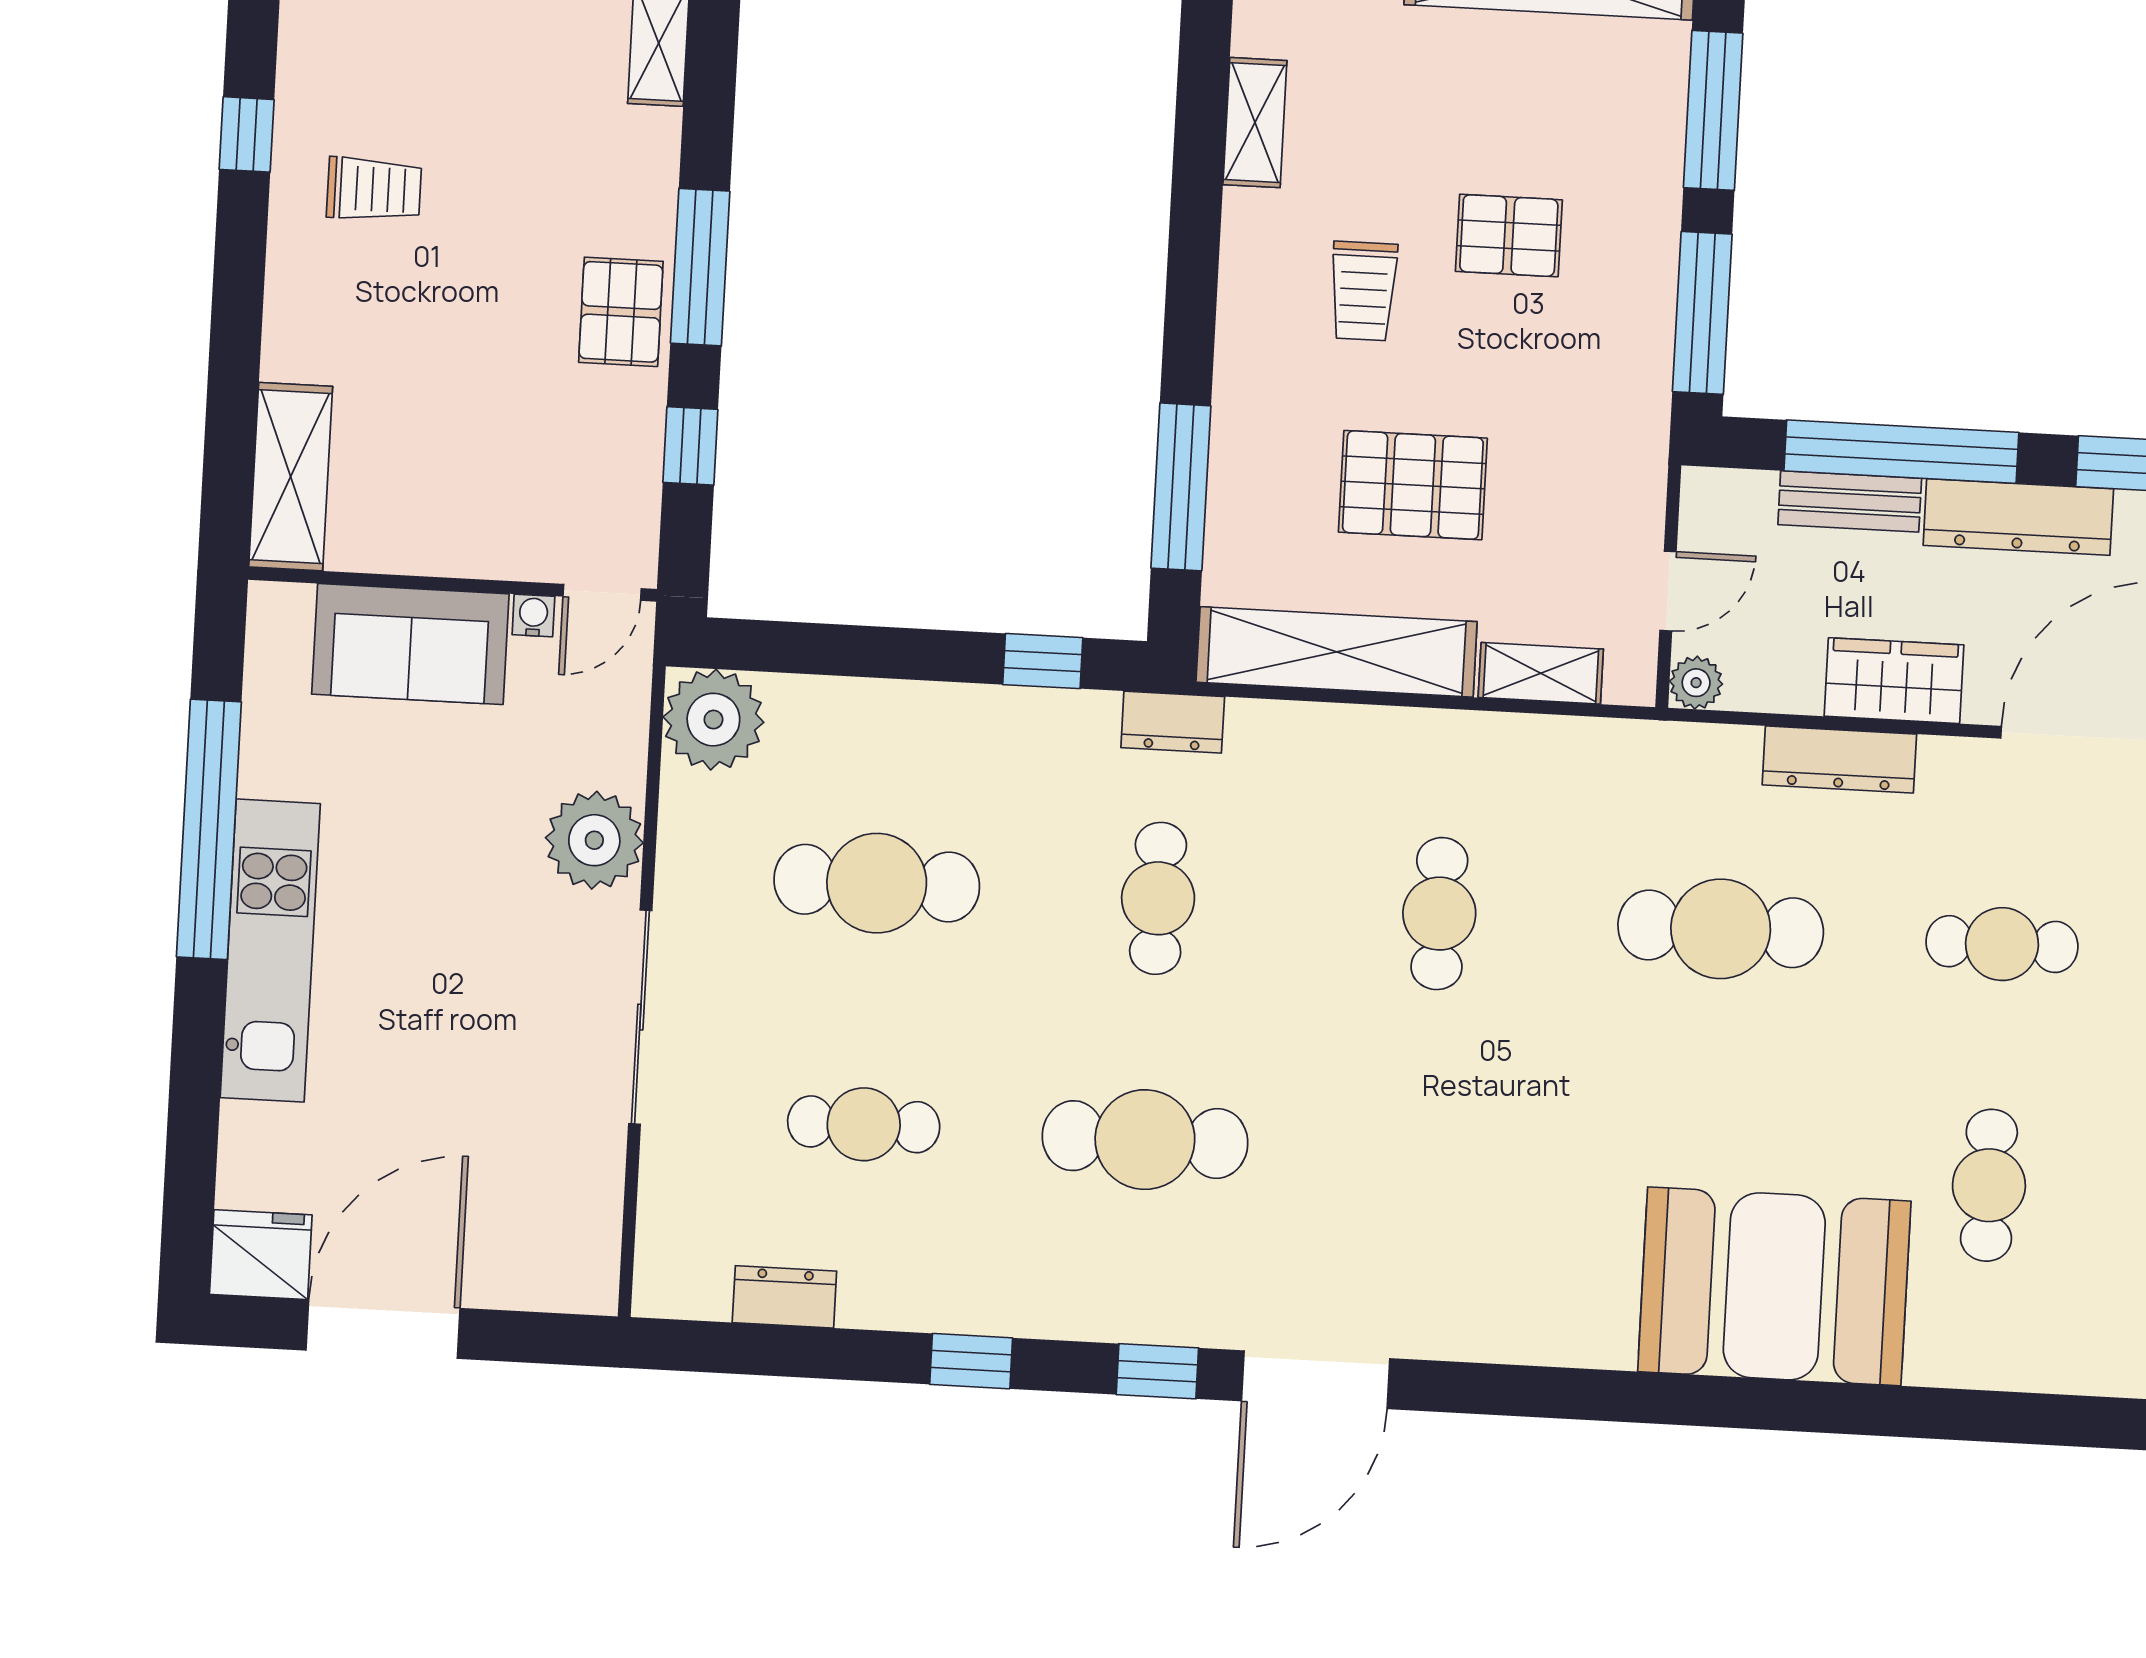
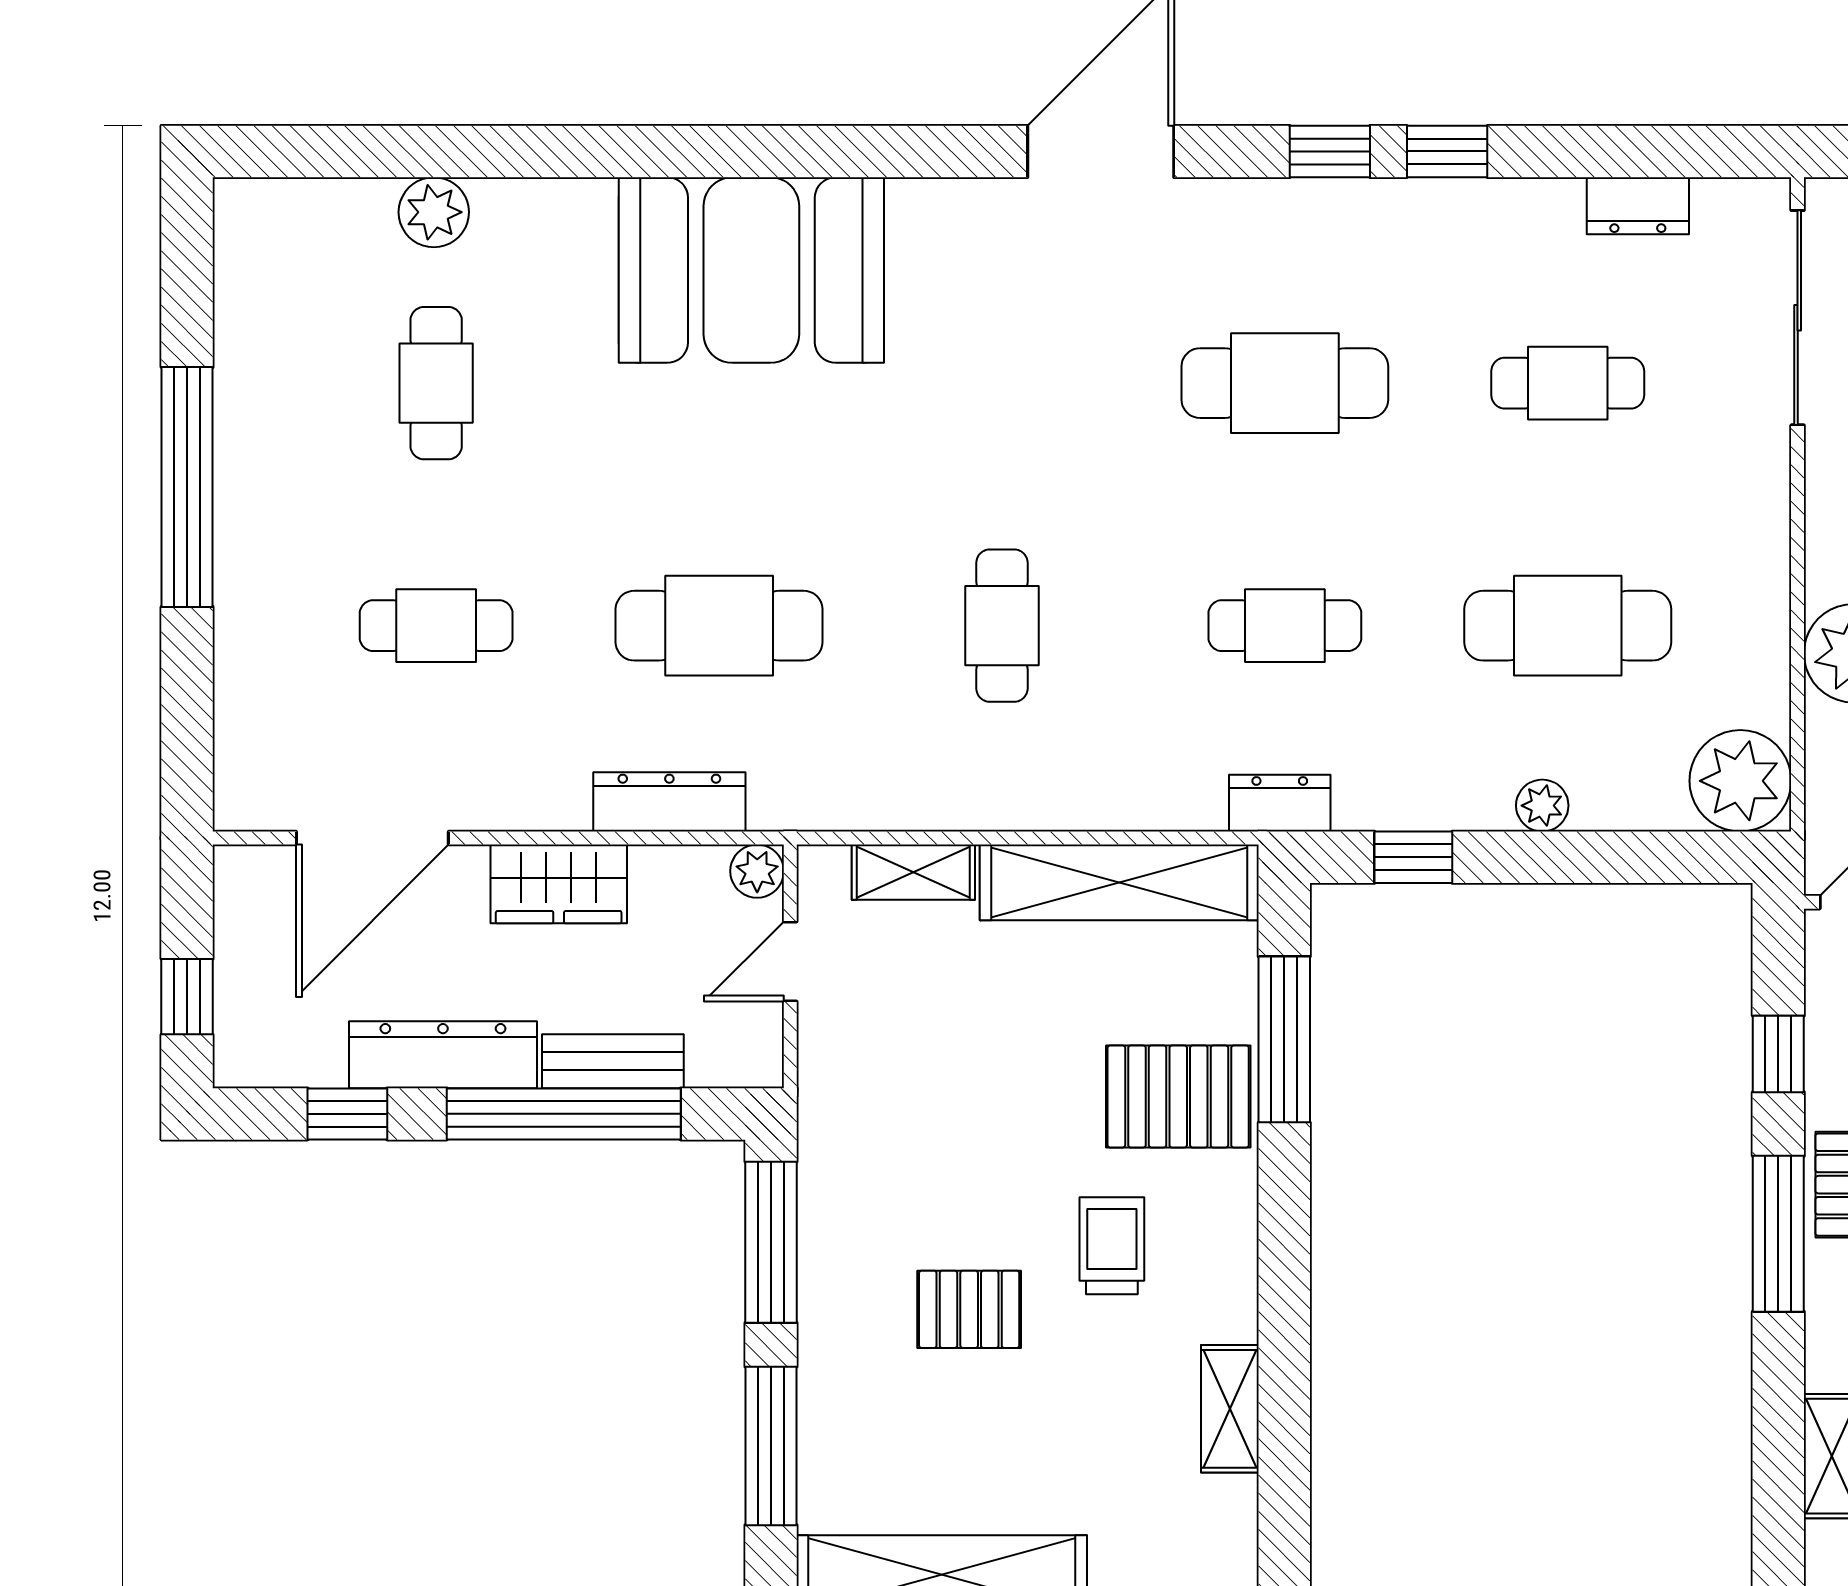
pallet: (1413, 485) -> (1178, 1096), moved
plant: (912, 706) -> (1542, 806), added
dresser: (1839, 760) -> (669, 802), moved
cafe table: (1158, 898) -> (1285, 626), turned 90
sliding door: (640, 1017) -> (1798, 318), moved
booth: (1774, 1286) -> (751, 270), moved
plant: (1982, 1355) -> (434, 212), added
window: (1157, 1371) -> (1330, 151), moved

